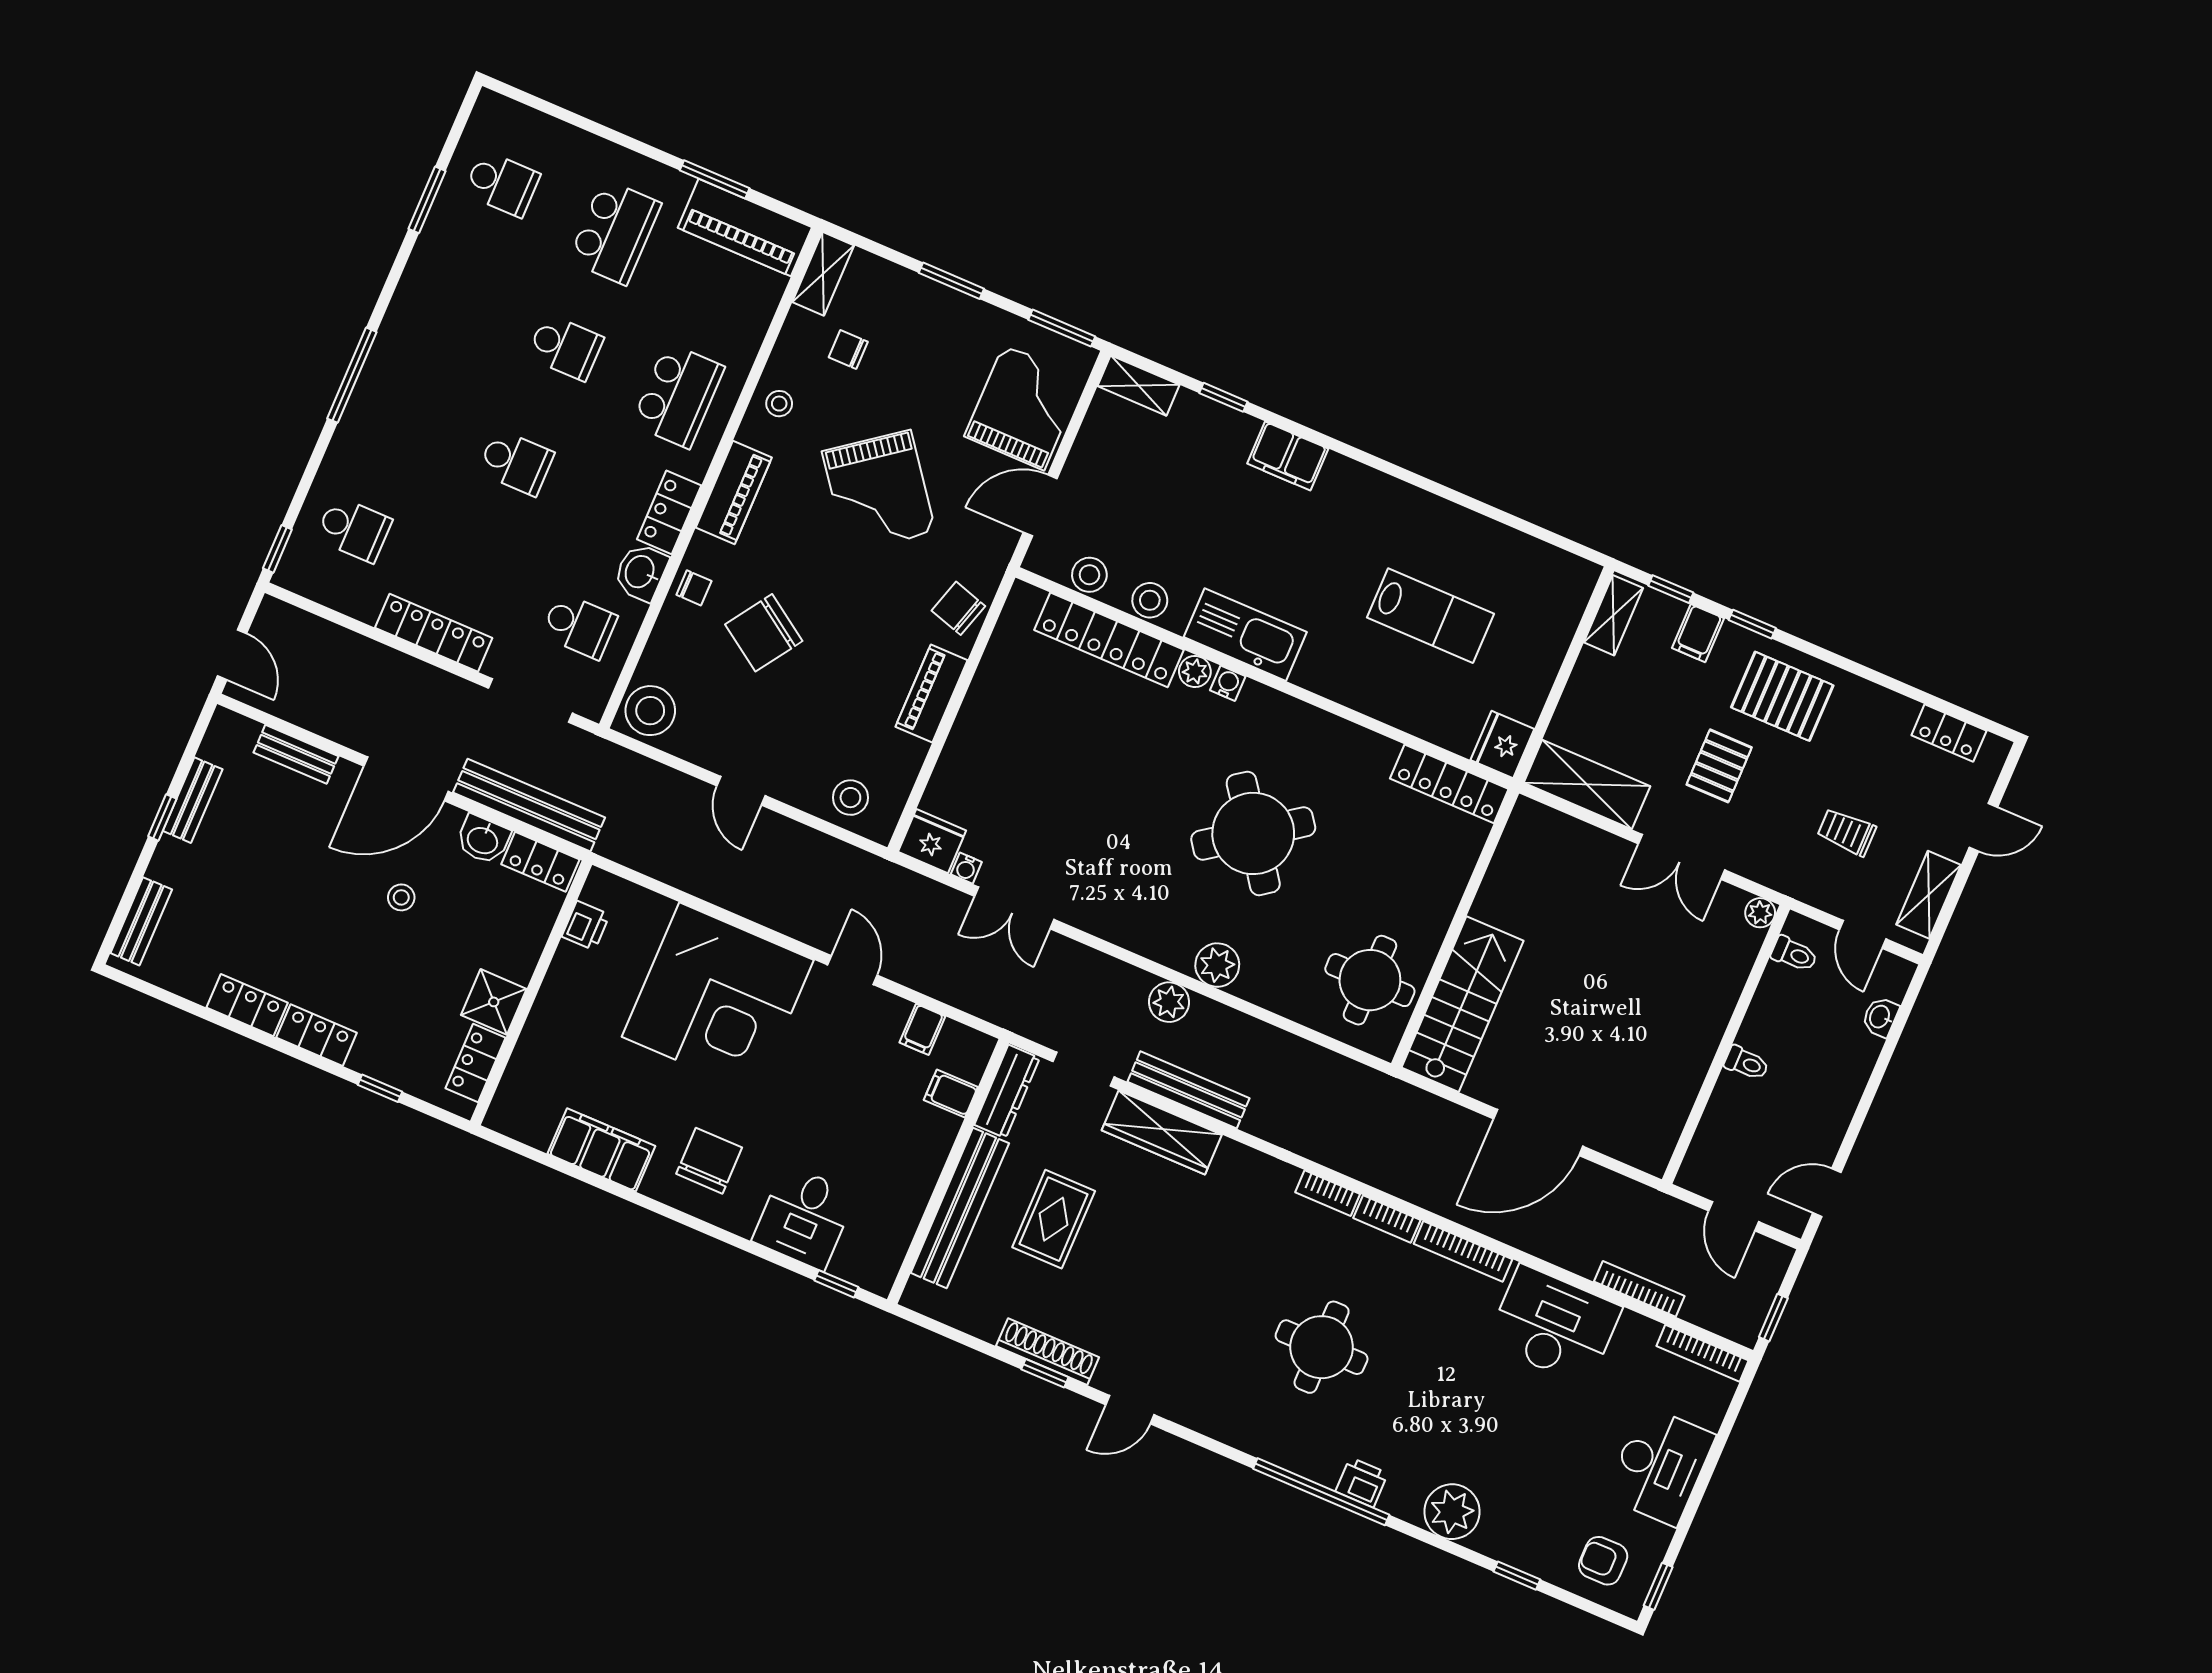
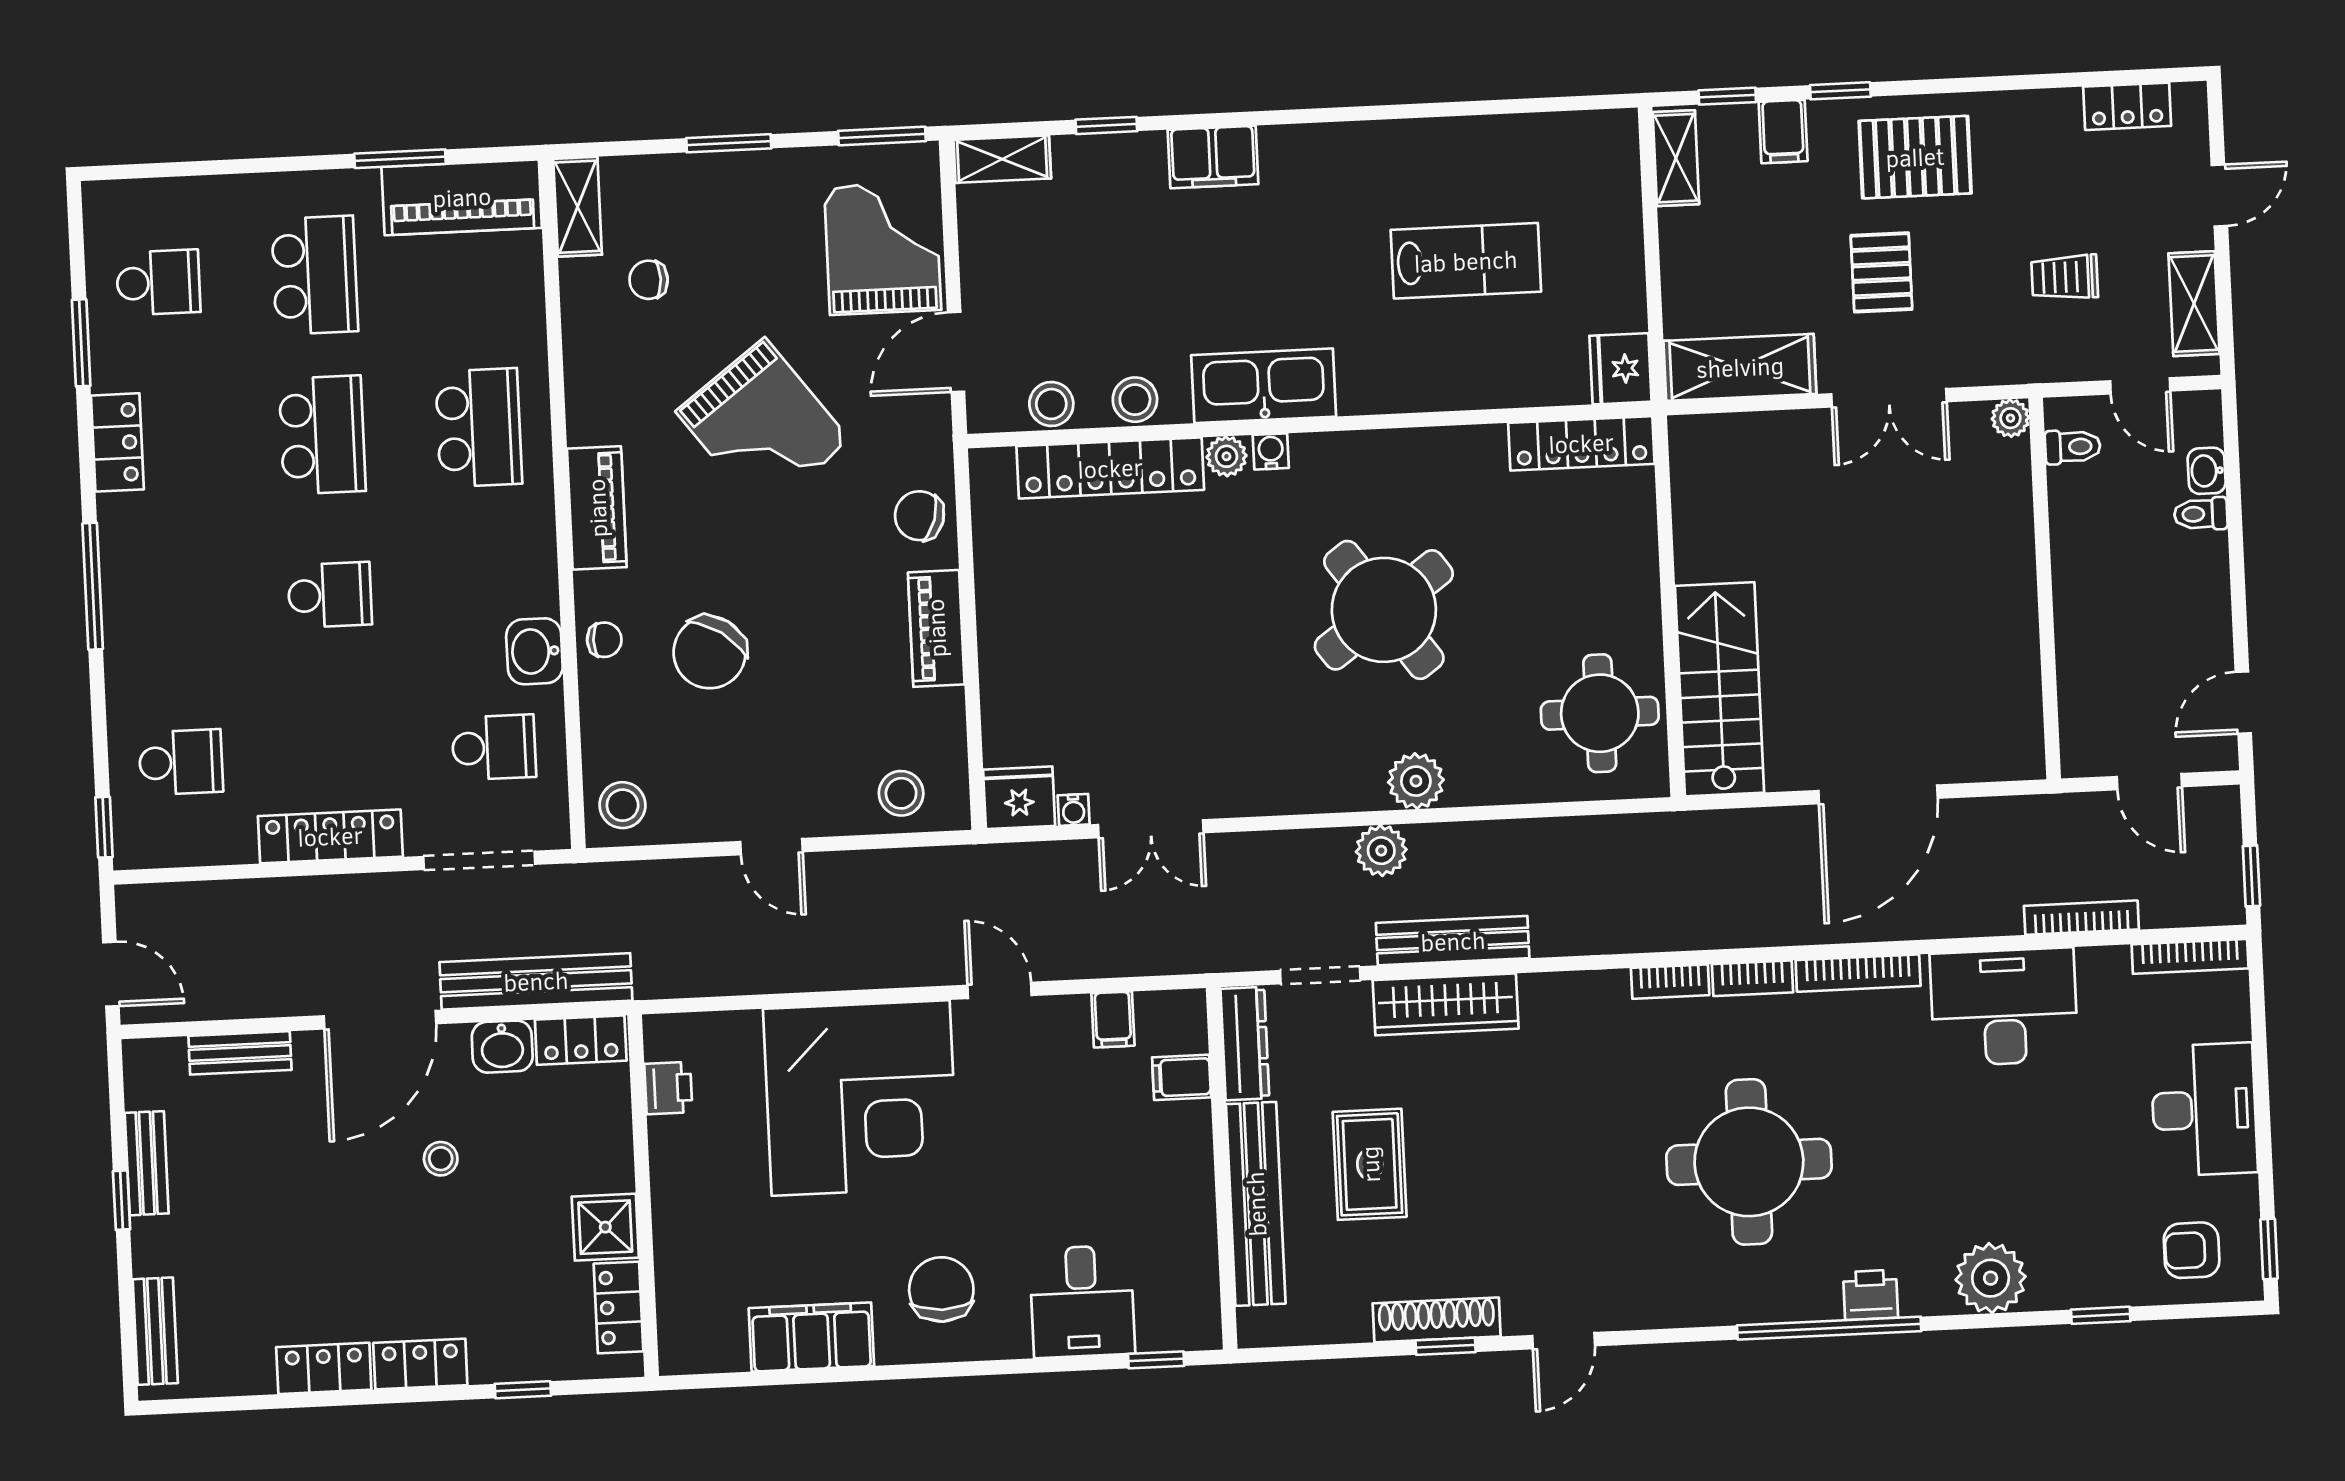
school desk: (565, 347) -> (322, 435), width x1.85
stool: (779, 404) -> (599, 380), removed
locker: (669, 512) -> (117, 442), moved, turned 180
stool: (650, 711) -> (623, 805), width x0.73, depth x0.73
toilet: (1747, 1063) -> (2201, 514), moved, turned 180
round table: (1322, 1347) -> (1749, 1162), width x1.36, depth x1.36

